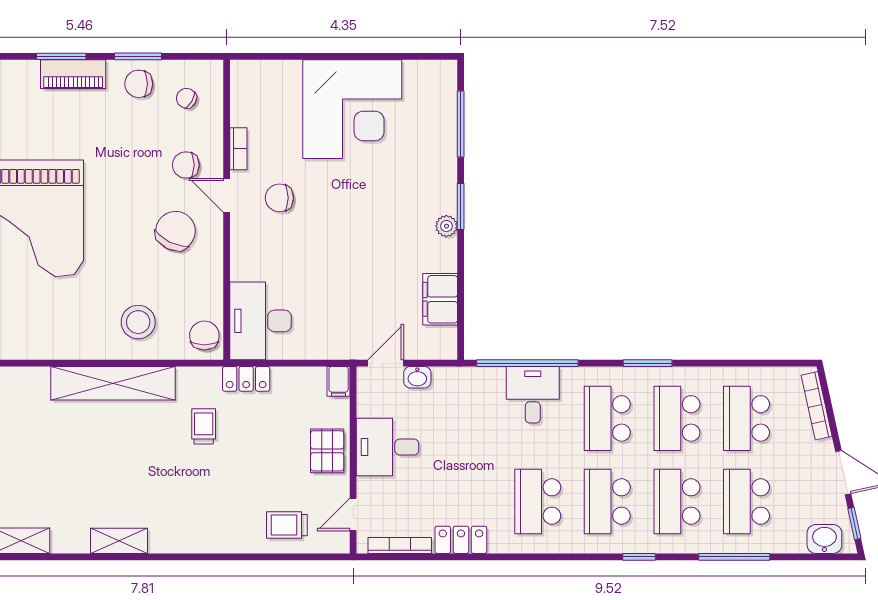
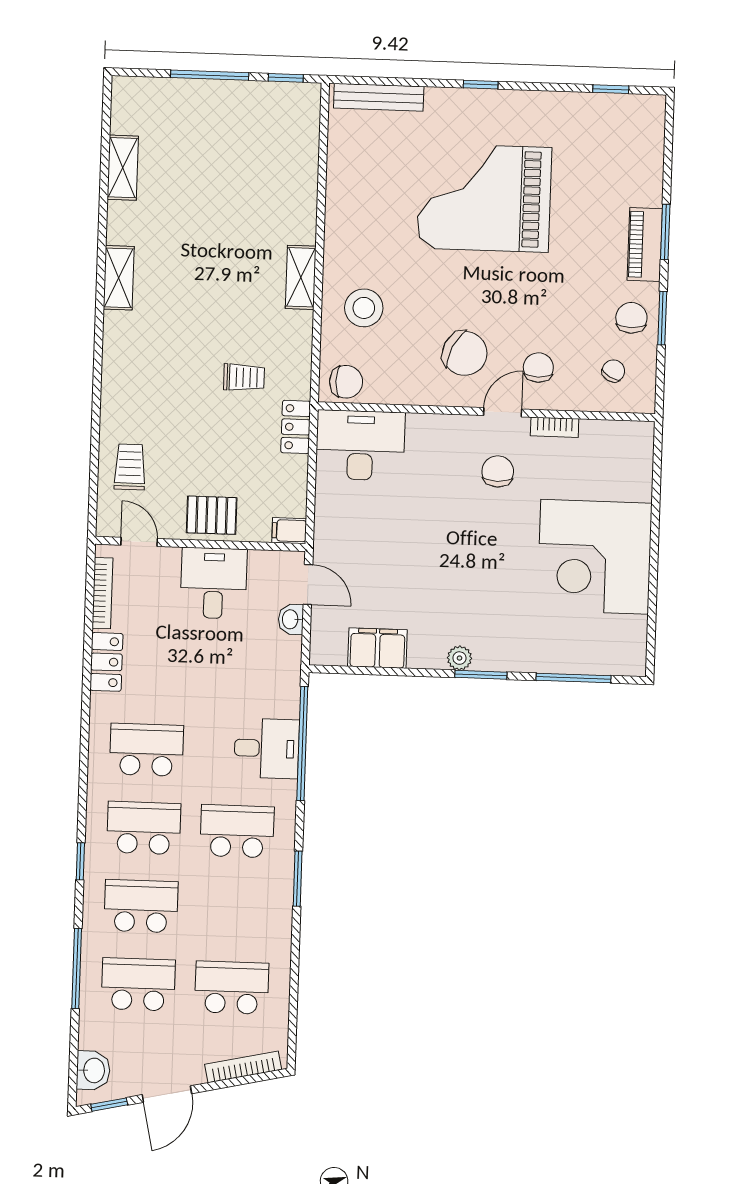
shelving: (113, 383) -> (301, 277), width x0.45, depth x0.75
school desk: (677, 418) -> (234, 909), removed

